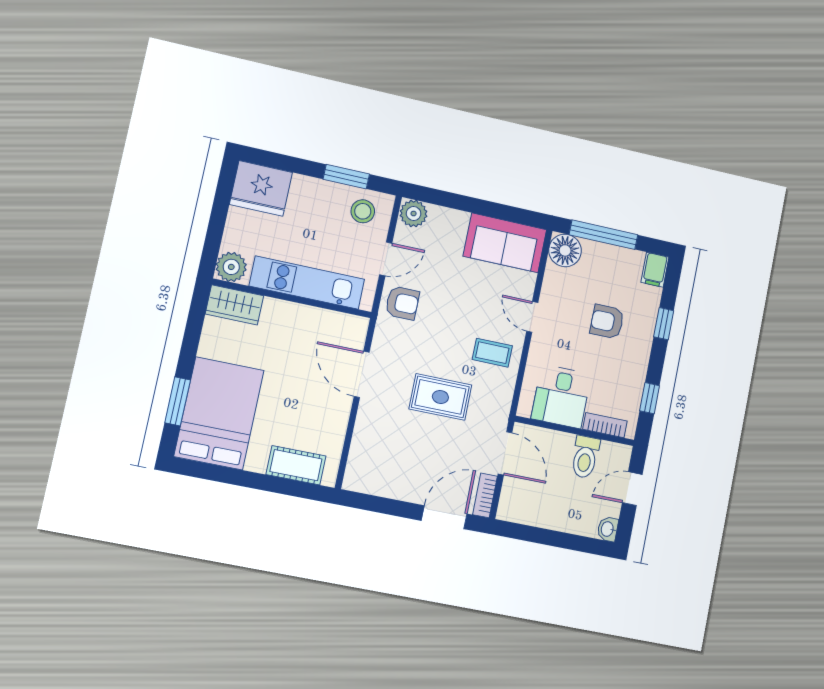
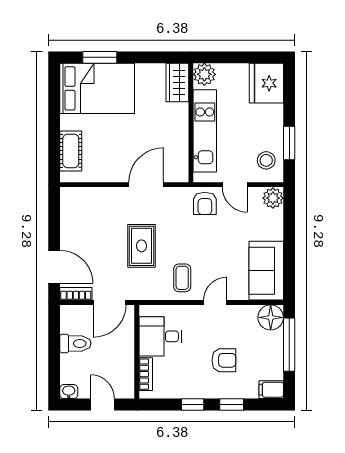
armchair: (607, 322) -> (224, 360), turned 90
window: (650, 398) -> (193, 405), moved
toilet: (585, 457) -> (75, 343), moved, turned 180

